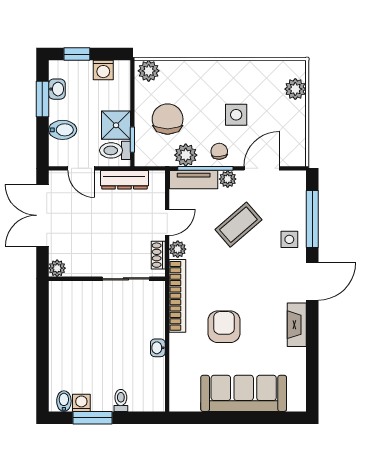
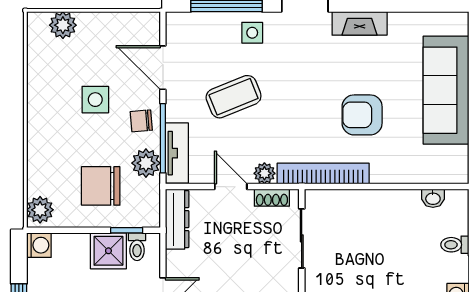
washing machine: (103, 70) -> (39, 245), moved
toilet: (115, 150) -> (137, 247), width x0.73, depth x0.72
plant: (228, 179) -> (176, 110), removed
dresser: (124, 180) -> (177, 219), moved
coffee table: (238, 225) -> (234, 97), turned -71
washbasin: (158, 348) -> (433, 198), moved

